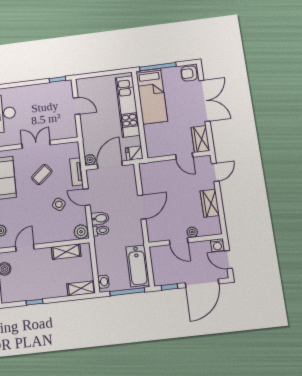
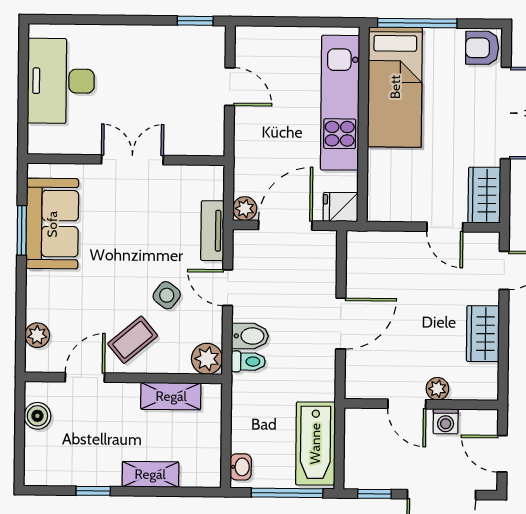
coffee table: (42, 175) -> (133, 340), moved
washing machine: (217, 245) -> (446, 421), moved
shelving: (81, 288) -> (150, 474), moved

